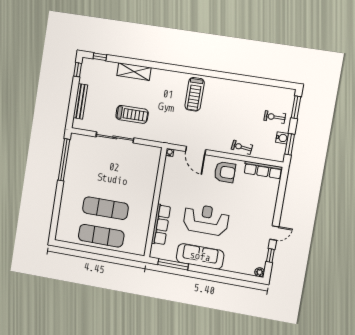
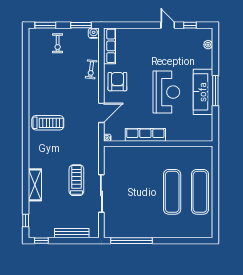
water cooler: (282, 138) -> (94, 33), moved
reception desk: (206, 220) -> (166, 92), turned 180
row of seats: (161, 225) -> (145, 135), moved
window: (173, 264) -> (215, 91), moved
plant: (260, 272) -> (208, 45), moved

